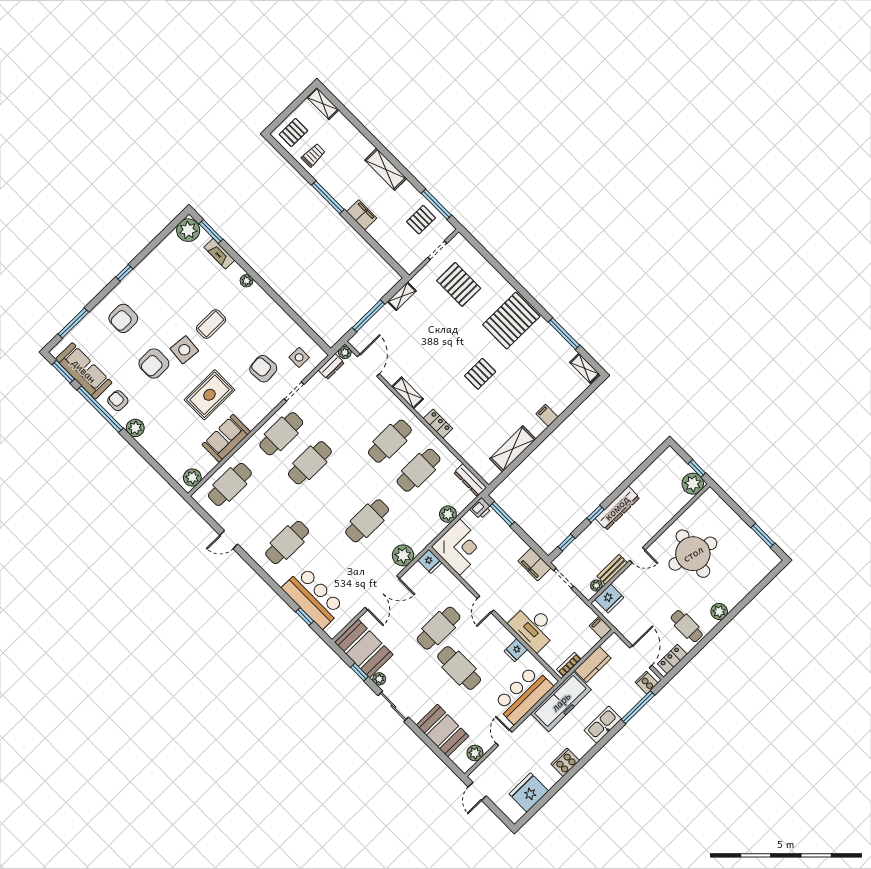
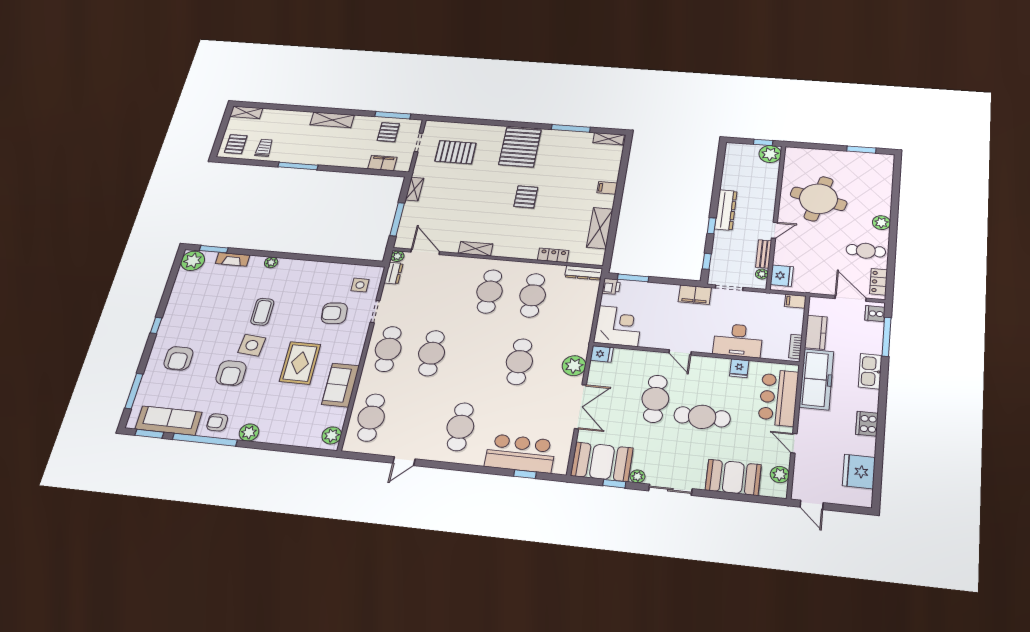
filing cabinet: (362, 215) -> (382, 163), moved
locker: (438, 424) -> (553, 255), moved
plant: (448, 514) -> (586, 309), removed

